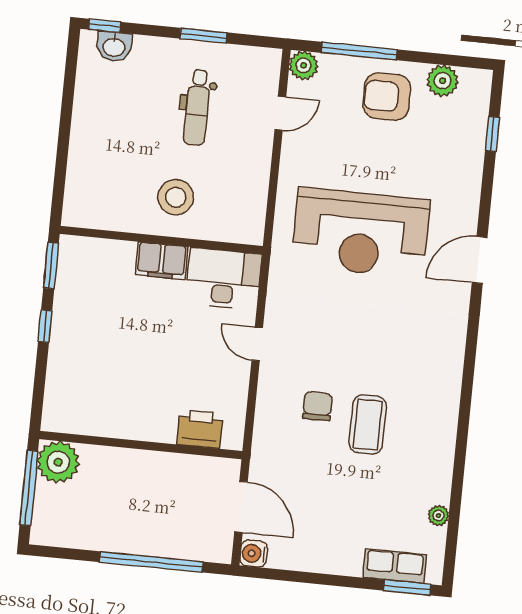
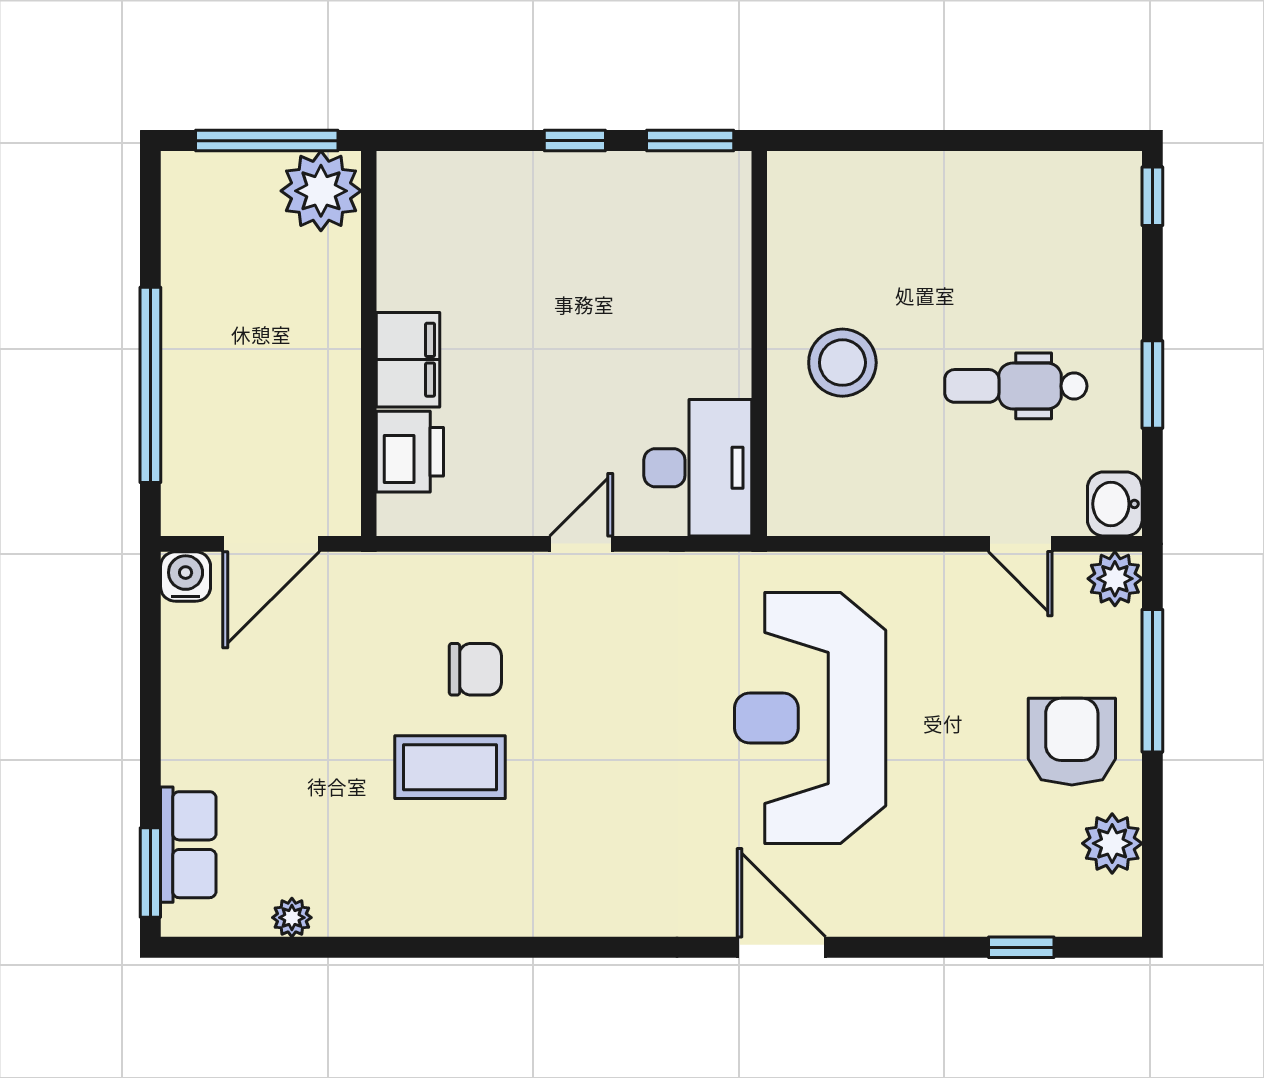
washbasin: (114, 47) -> (1115, 504), moved
filing cabinet: (162, 261) -> (408, 360), moved, turned 180

